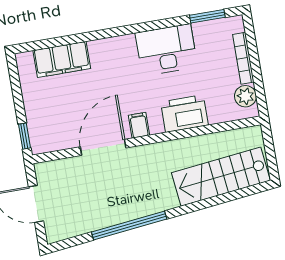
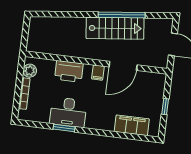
window: (207, 16) -> (64, 128), moved
window: (24, 136) -> (165, 107), moved
stairs: (221, 177) -> (115, 28), moved

